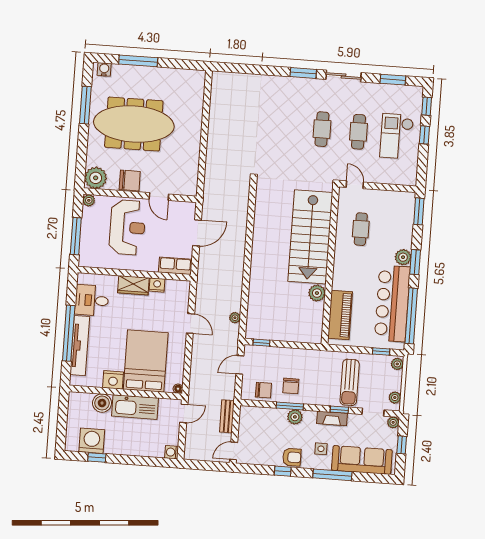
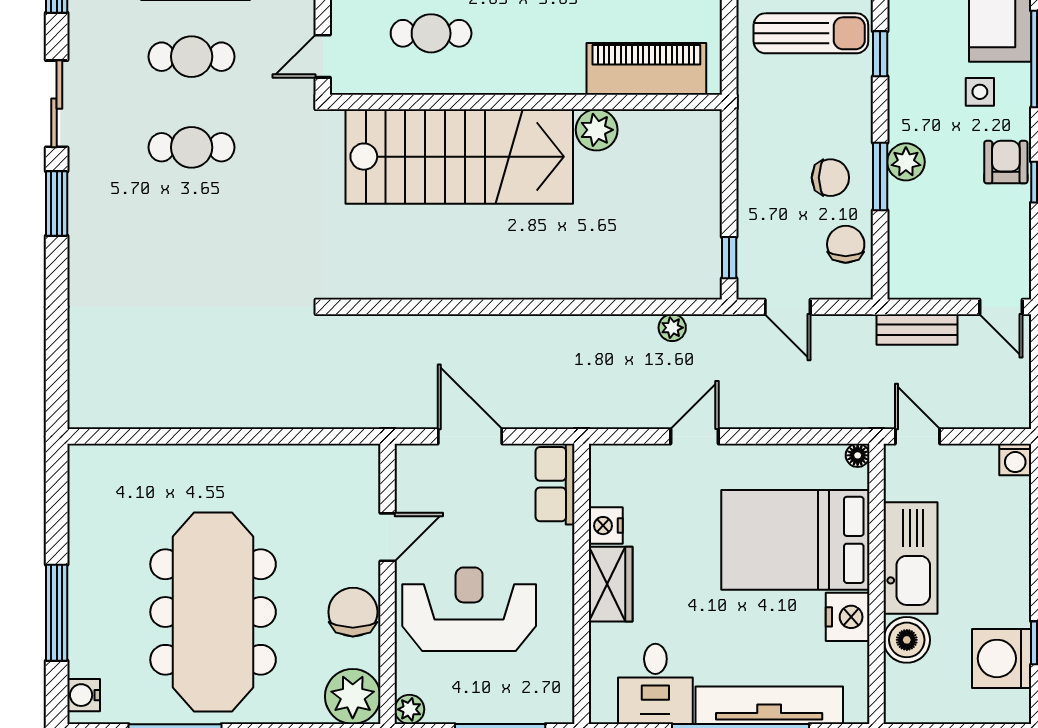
fireplace: (332, 418) -> (903, 70), removed

